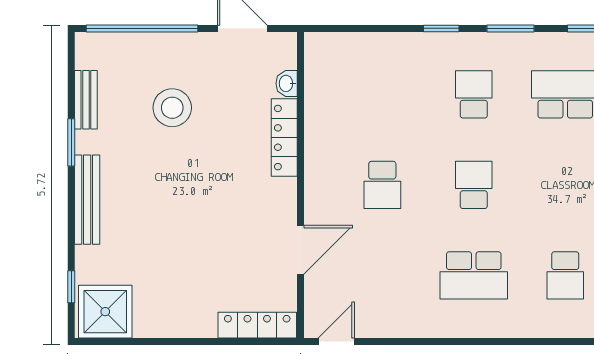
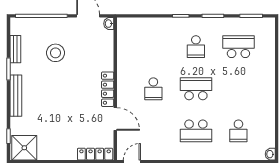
washbasin: (287, 83) -> (109, 24), moved
school desk: (474, 94) -> (196, 47), turned 180
locker: (284, 138) -> (108, 89), moved
school desk: (474, 185) -> (196, 89), width x1.85
door: (300, 250) -> (115, 119), hinge flipped

